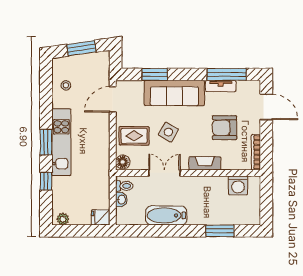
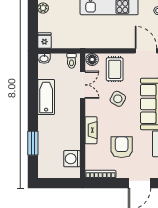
double door: (164, 173) -> (83, 85), moved
washbasin: (121, 200) -> (44, 58), moved

